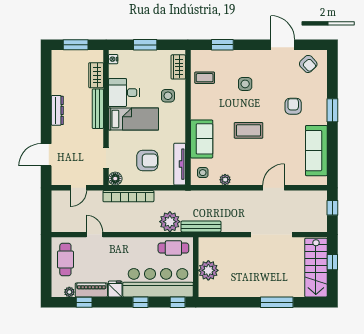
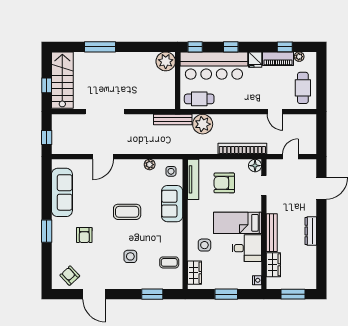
plant: (208, 270) -> (166, 61), moved

